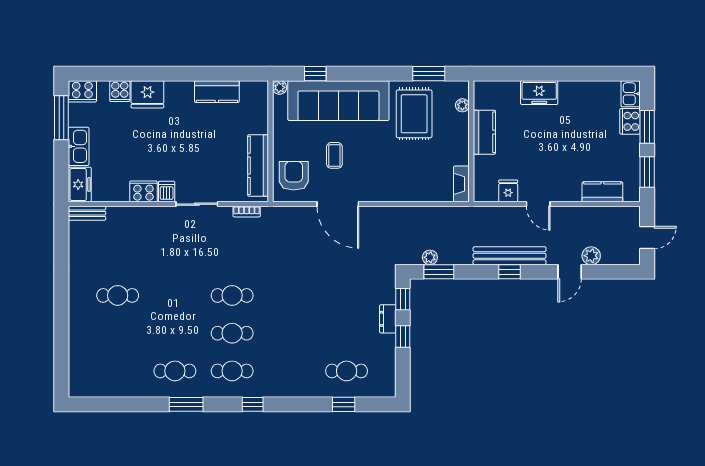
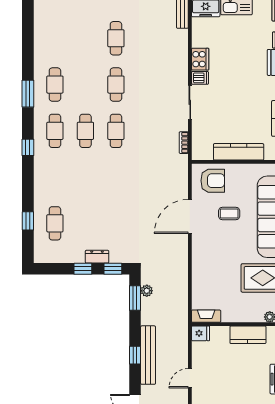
kitchen counter: (258, 165) -> (239, 152), moved
fridge: (508, 191) -> (200, 333), moved
cafe table: (175, 295) -> (116, 85), added

